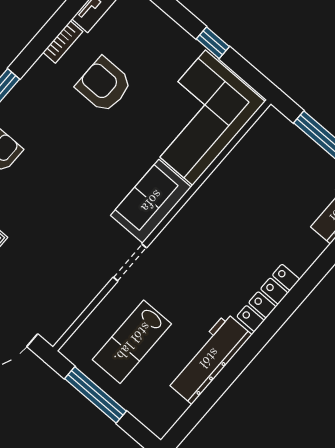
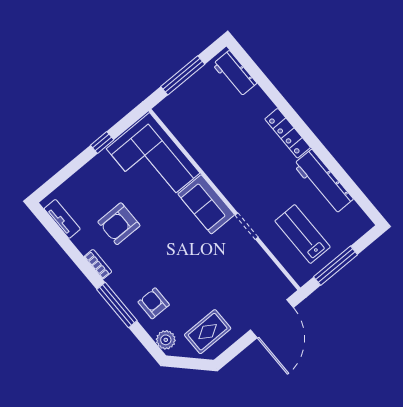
bookcase: (63, 42) -> (98, 264), moved
lab bench: (132, 342) -> (303, 234), turned 180

